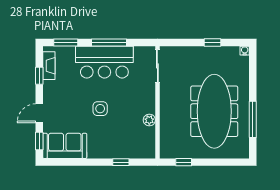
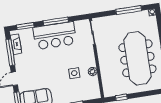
window: (213, 43) -> (129, 10), width x2.17
window: (39, 76) -> (10, 52), width x2.17
side table: (100, 109) -> (74, 73), moved

